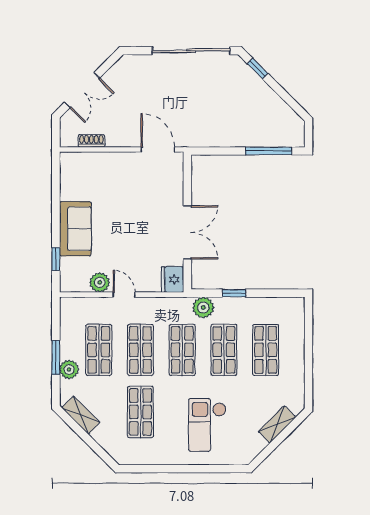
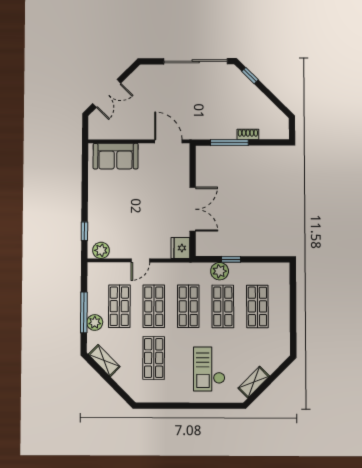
shoe rack: (91, 141) -> (248, 134), moved
window: (269, 151) -> (229, 143), moved
sofa: (75, 229) -> (116, 156), moved, turned 90
plant: (100, 282) -> (101, 250), moved
door: (124, 295) -> (140, 260), swing flipped
plant: (203, 307) -> (220, 271), moved
window: (56, 357) -> (84, 312), width x1.44
shelving: (277, 424) -> (254, 382), moved

